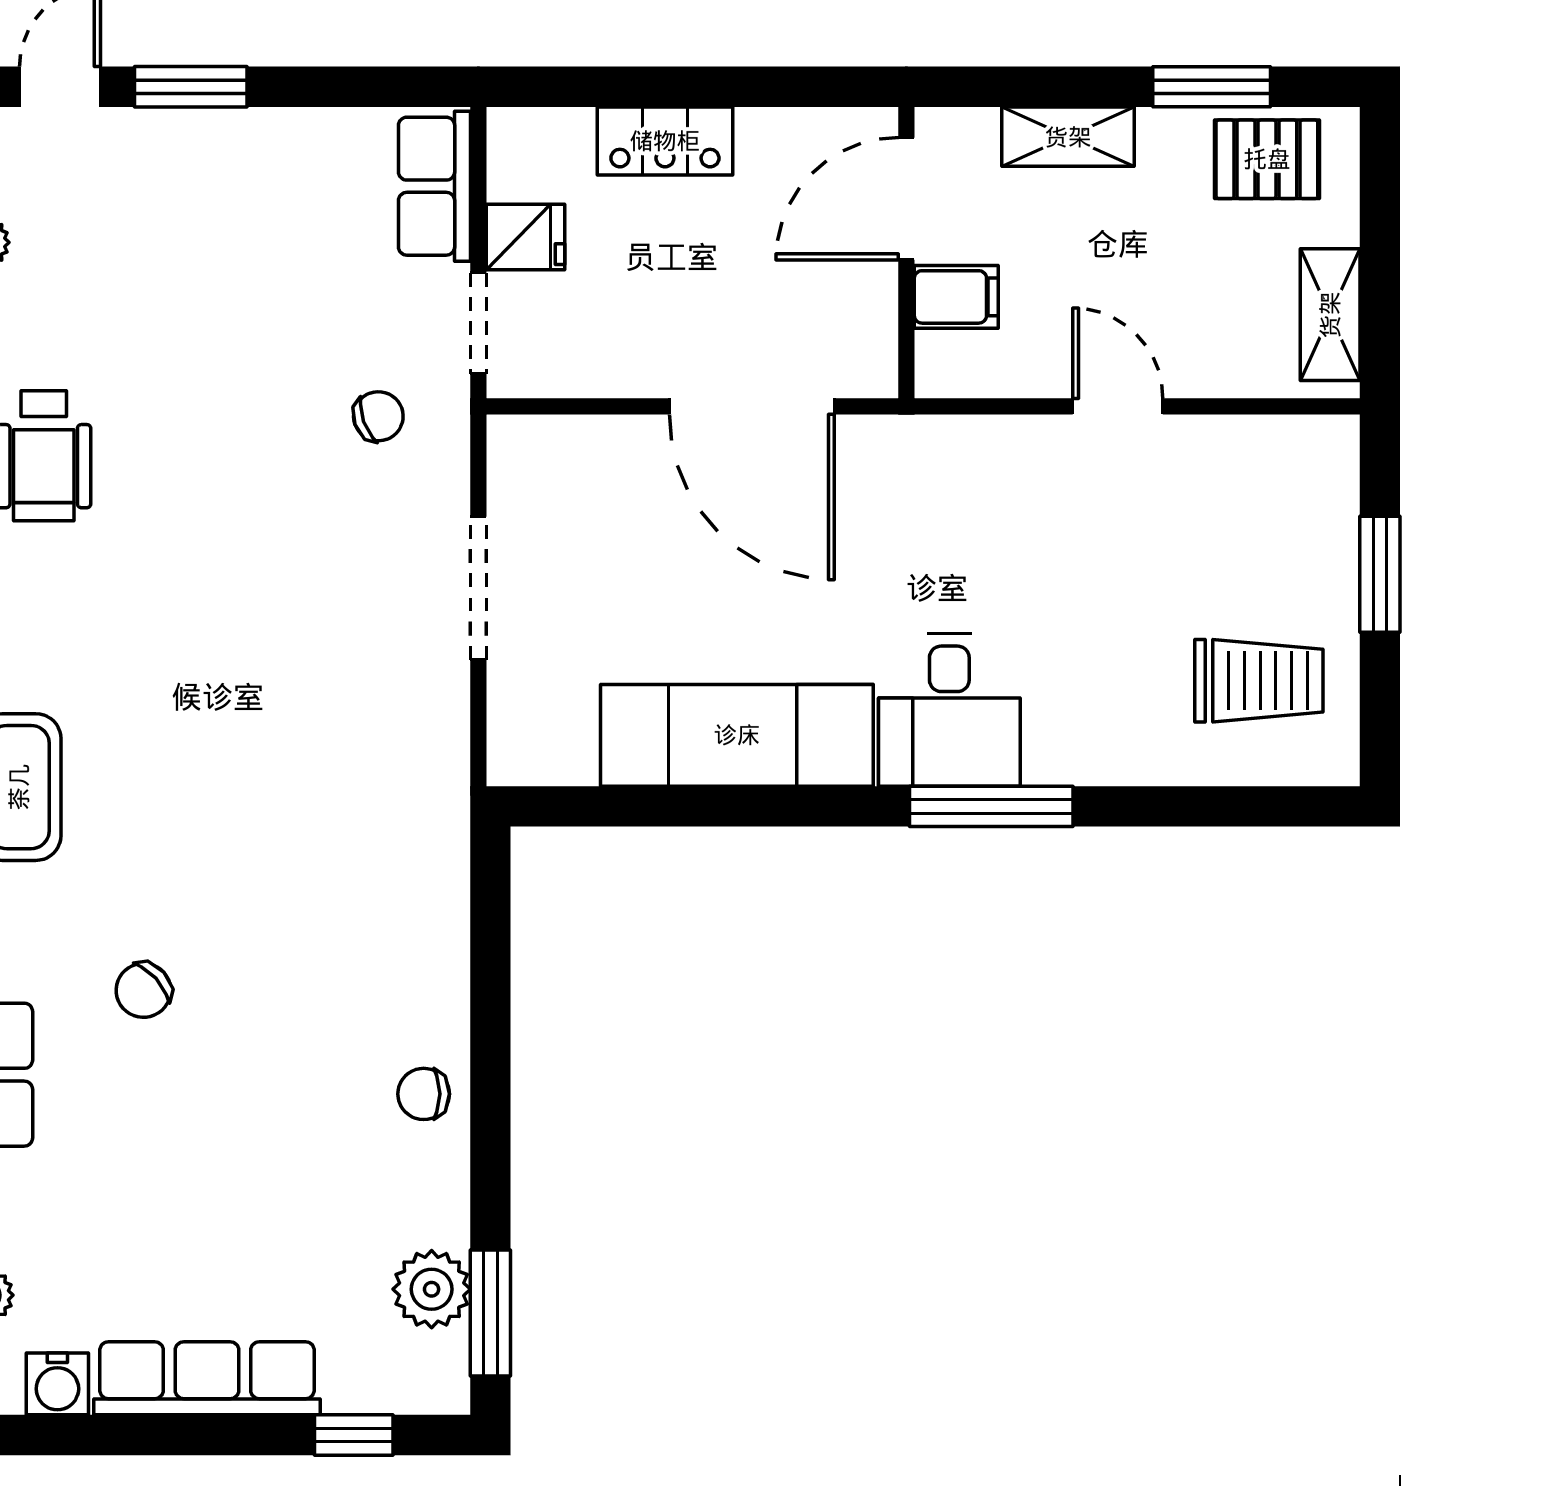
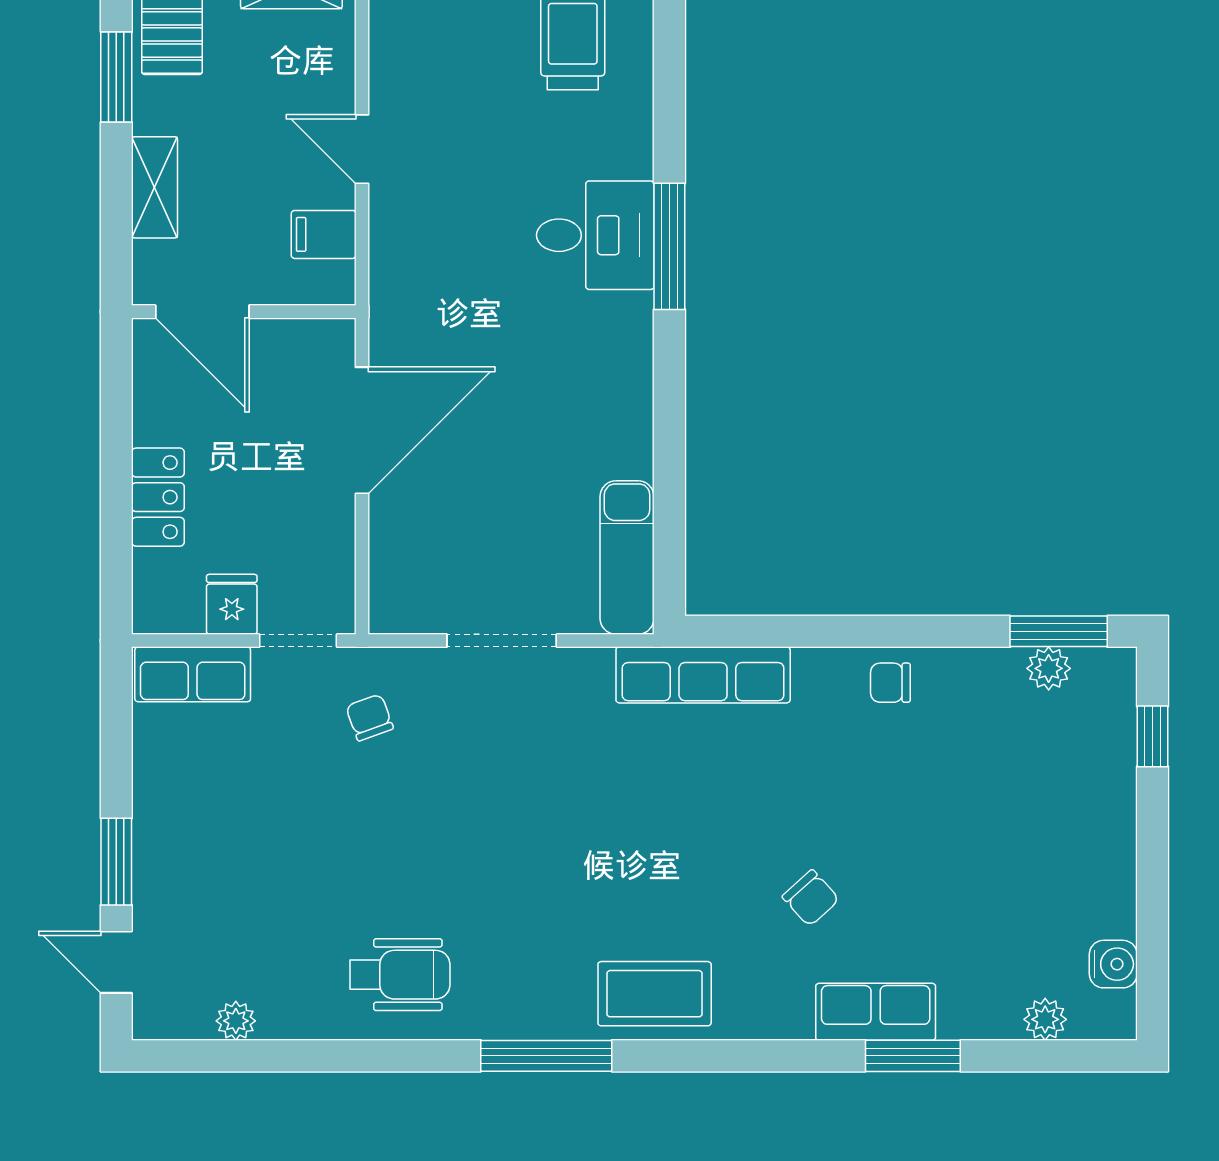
filing cabinet: (956, 297) -> (324, 234), moved, turned -90
door: (1118, 406) -> (362, 149), hinge flipped
desk: (949, 710) -> (595, 235), moved
exam couch: (737, 735) -> (627, 558), moved, width x0.73, depth x0.69
chair: (424, 1094) -> (890, 683), turned 90
plant: (432, 1289) -> (1049, 668), width x0.73, depth x0.73
row of seats: (207, 1378) -> (703, 675), moved, turned -90

